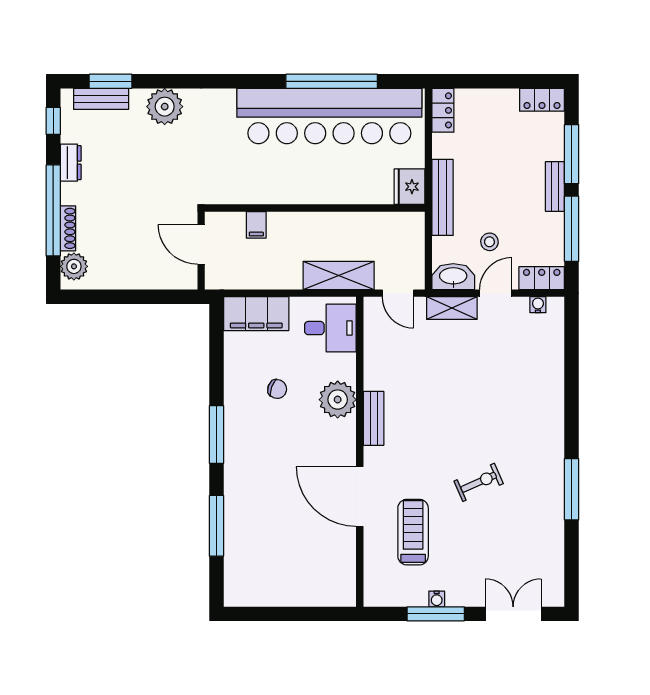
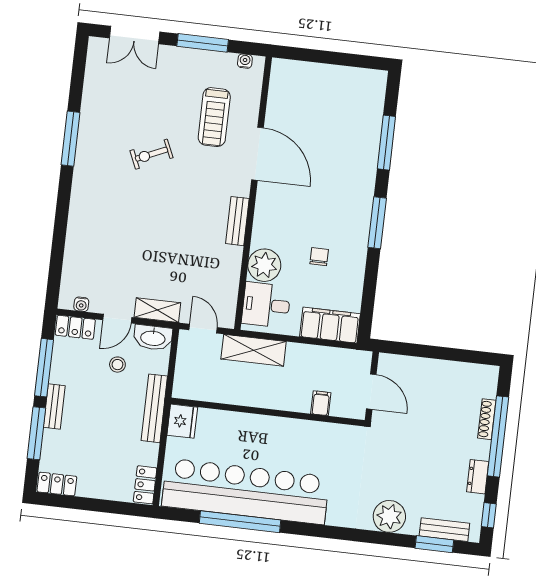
plant: (74, 266) -> (485, 385), removed
chair: (277, 389) -> (319, 257), turned 70
plant: (338, 400) -> (264, 265), moved
water cooler: (437, 599) -> (245, 61), moved

